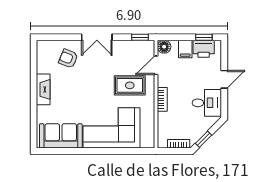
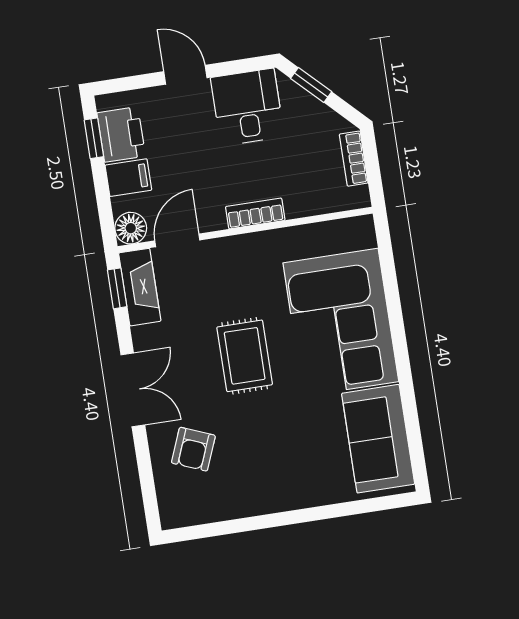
door: (156, 65) -> (177, 240), swing flipped
rug: (130, 85) -> (245, 356), moved
fireplace: (43, 89) -> (140, 287), moved, turned 90
window: (204, 139) -> (311, 85), moved

